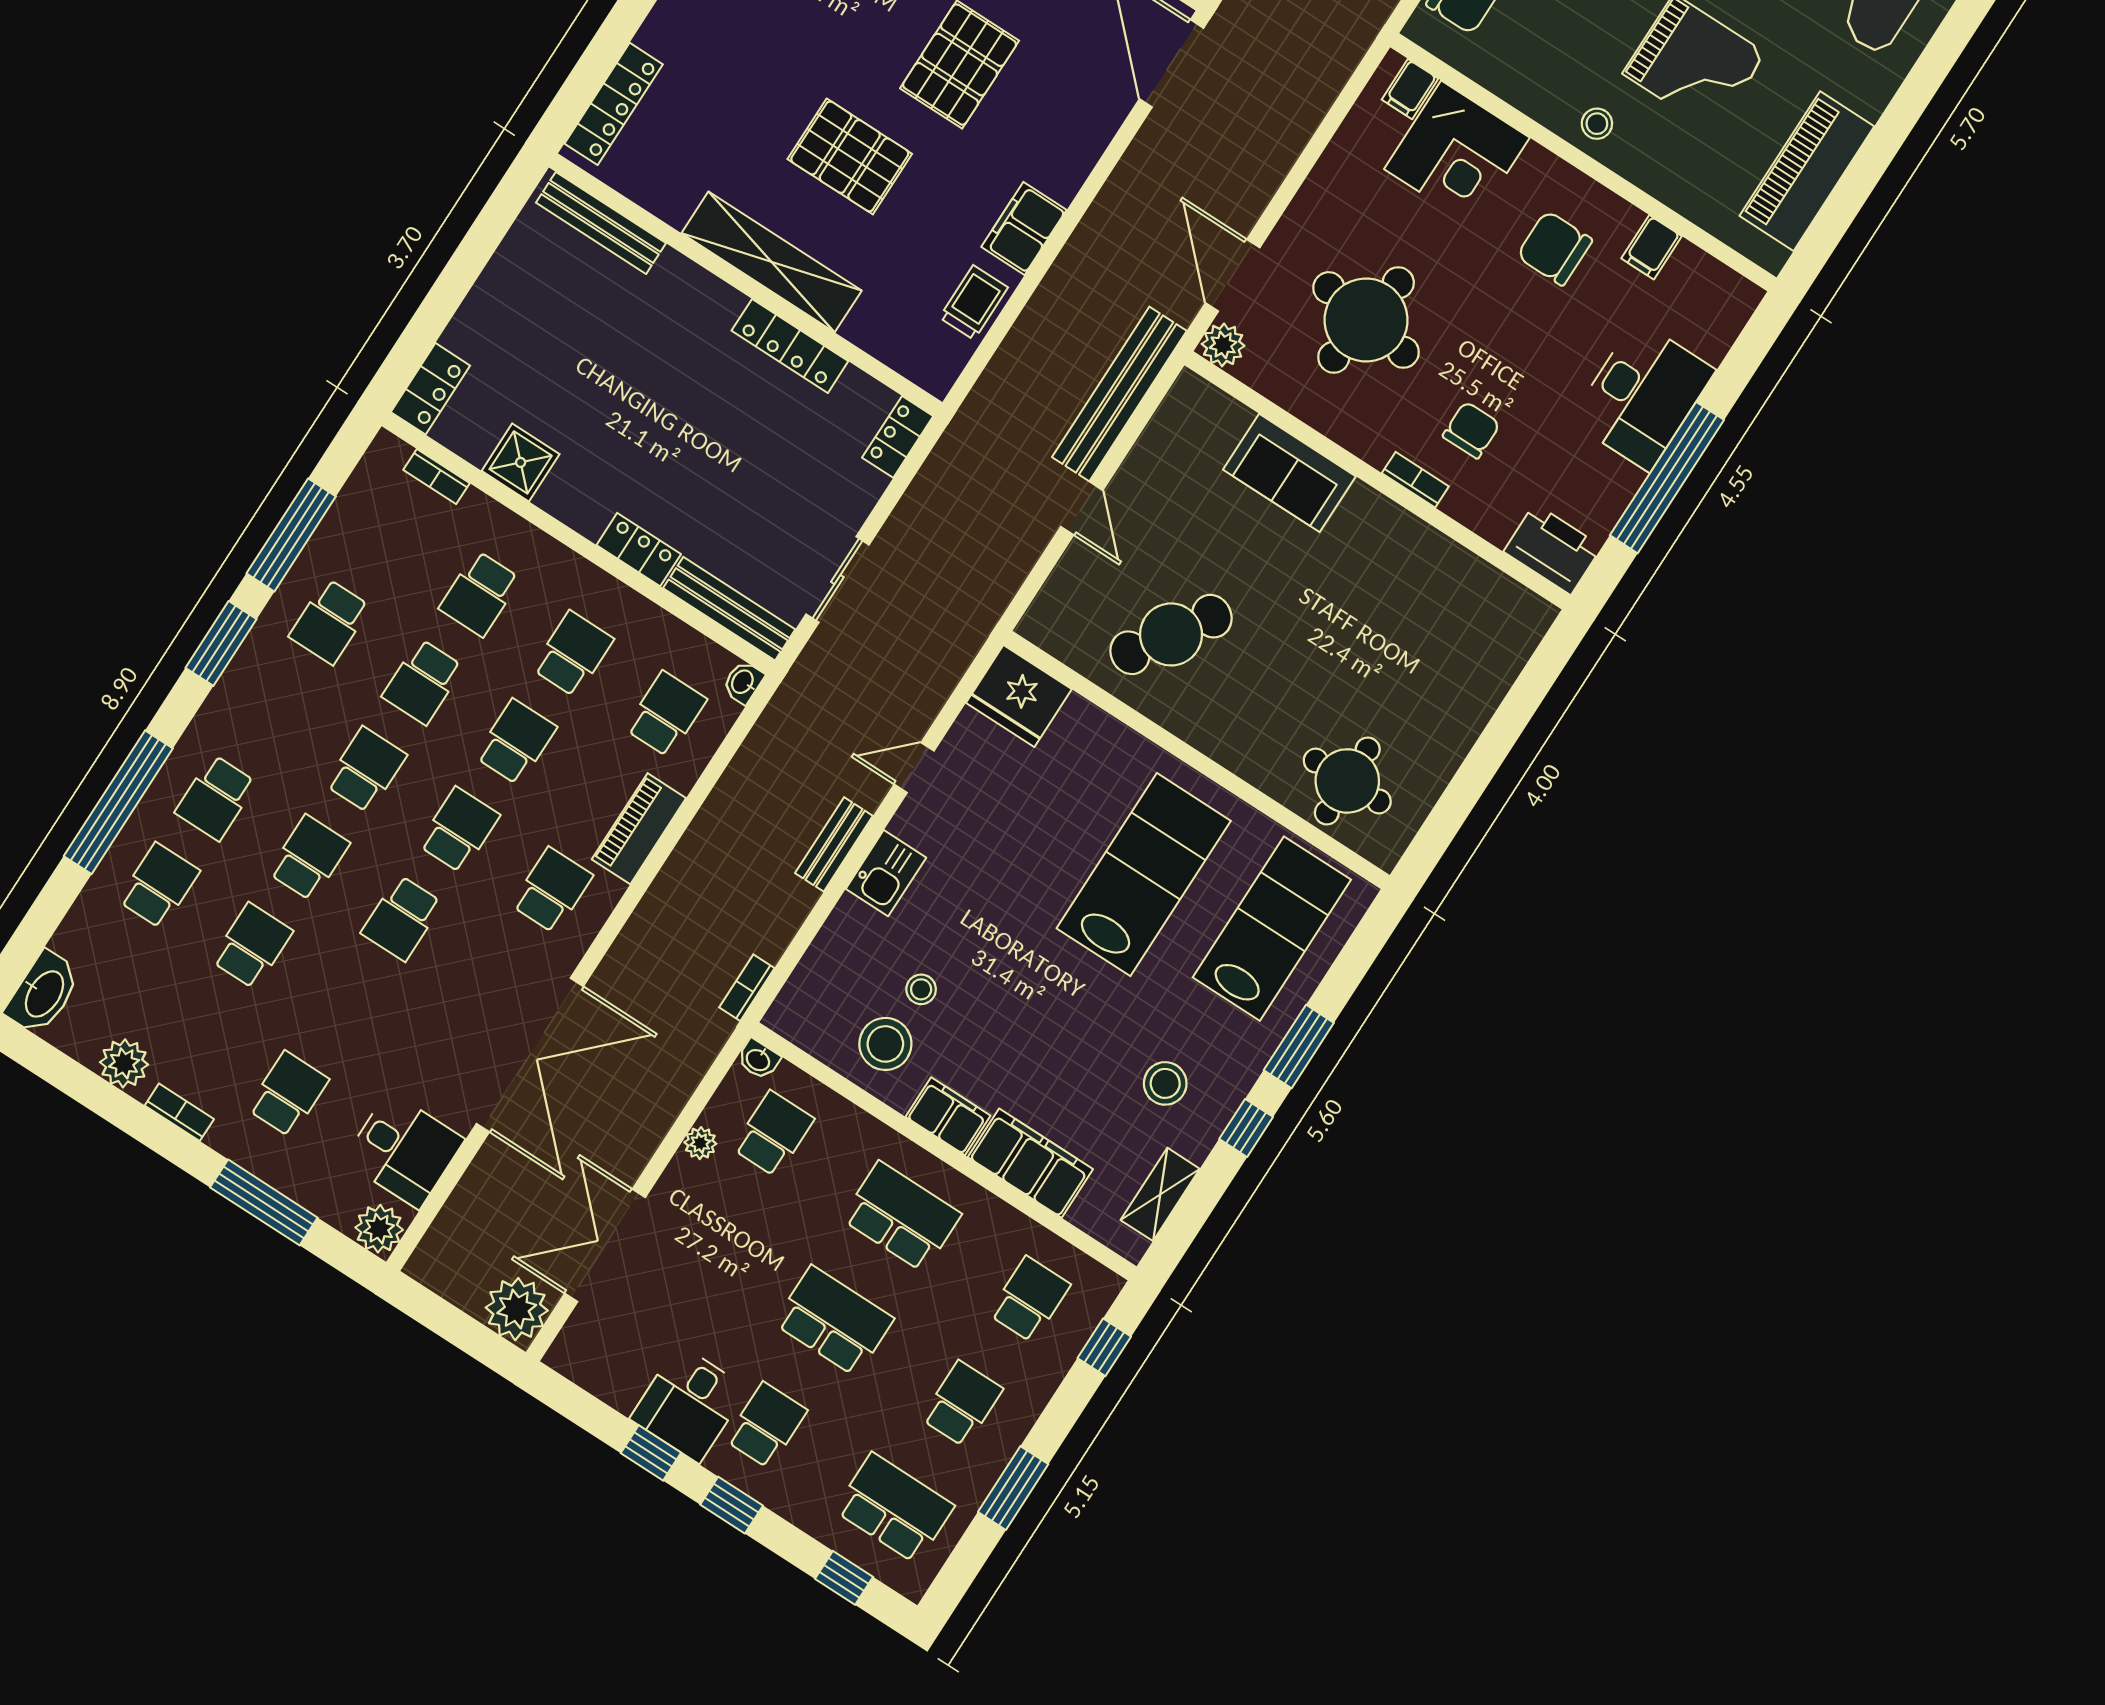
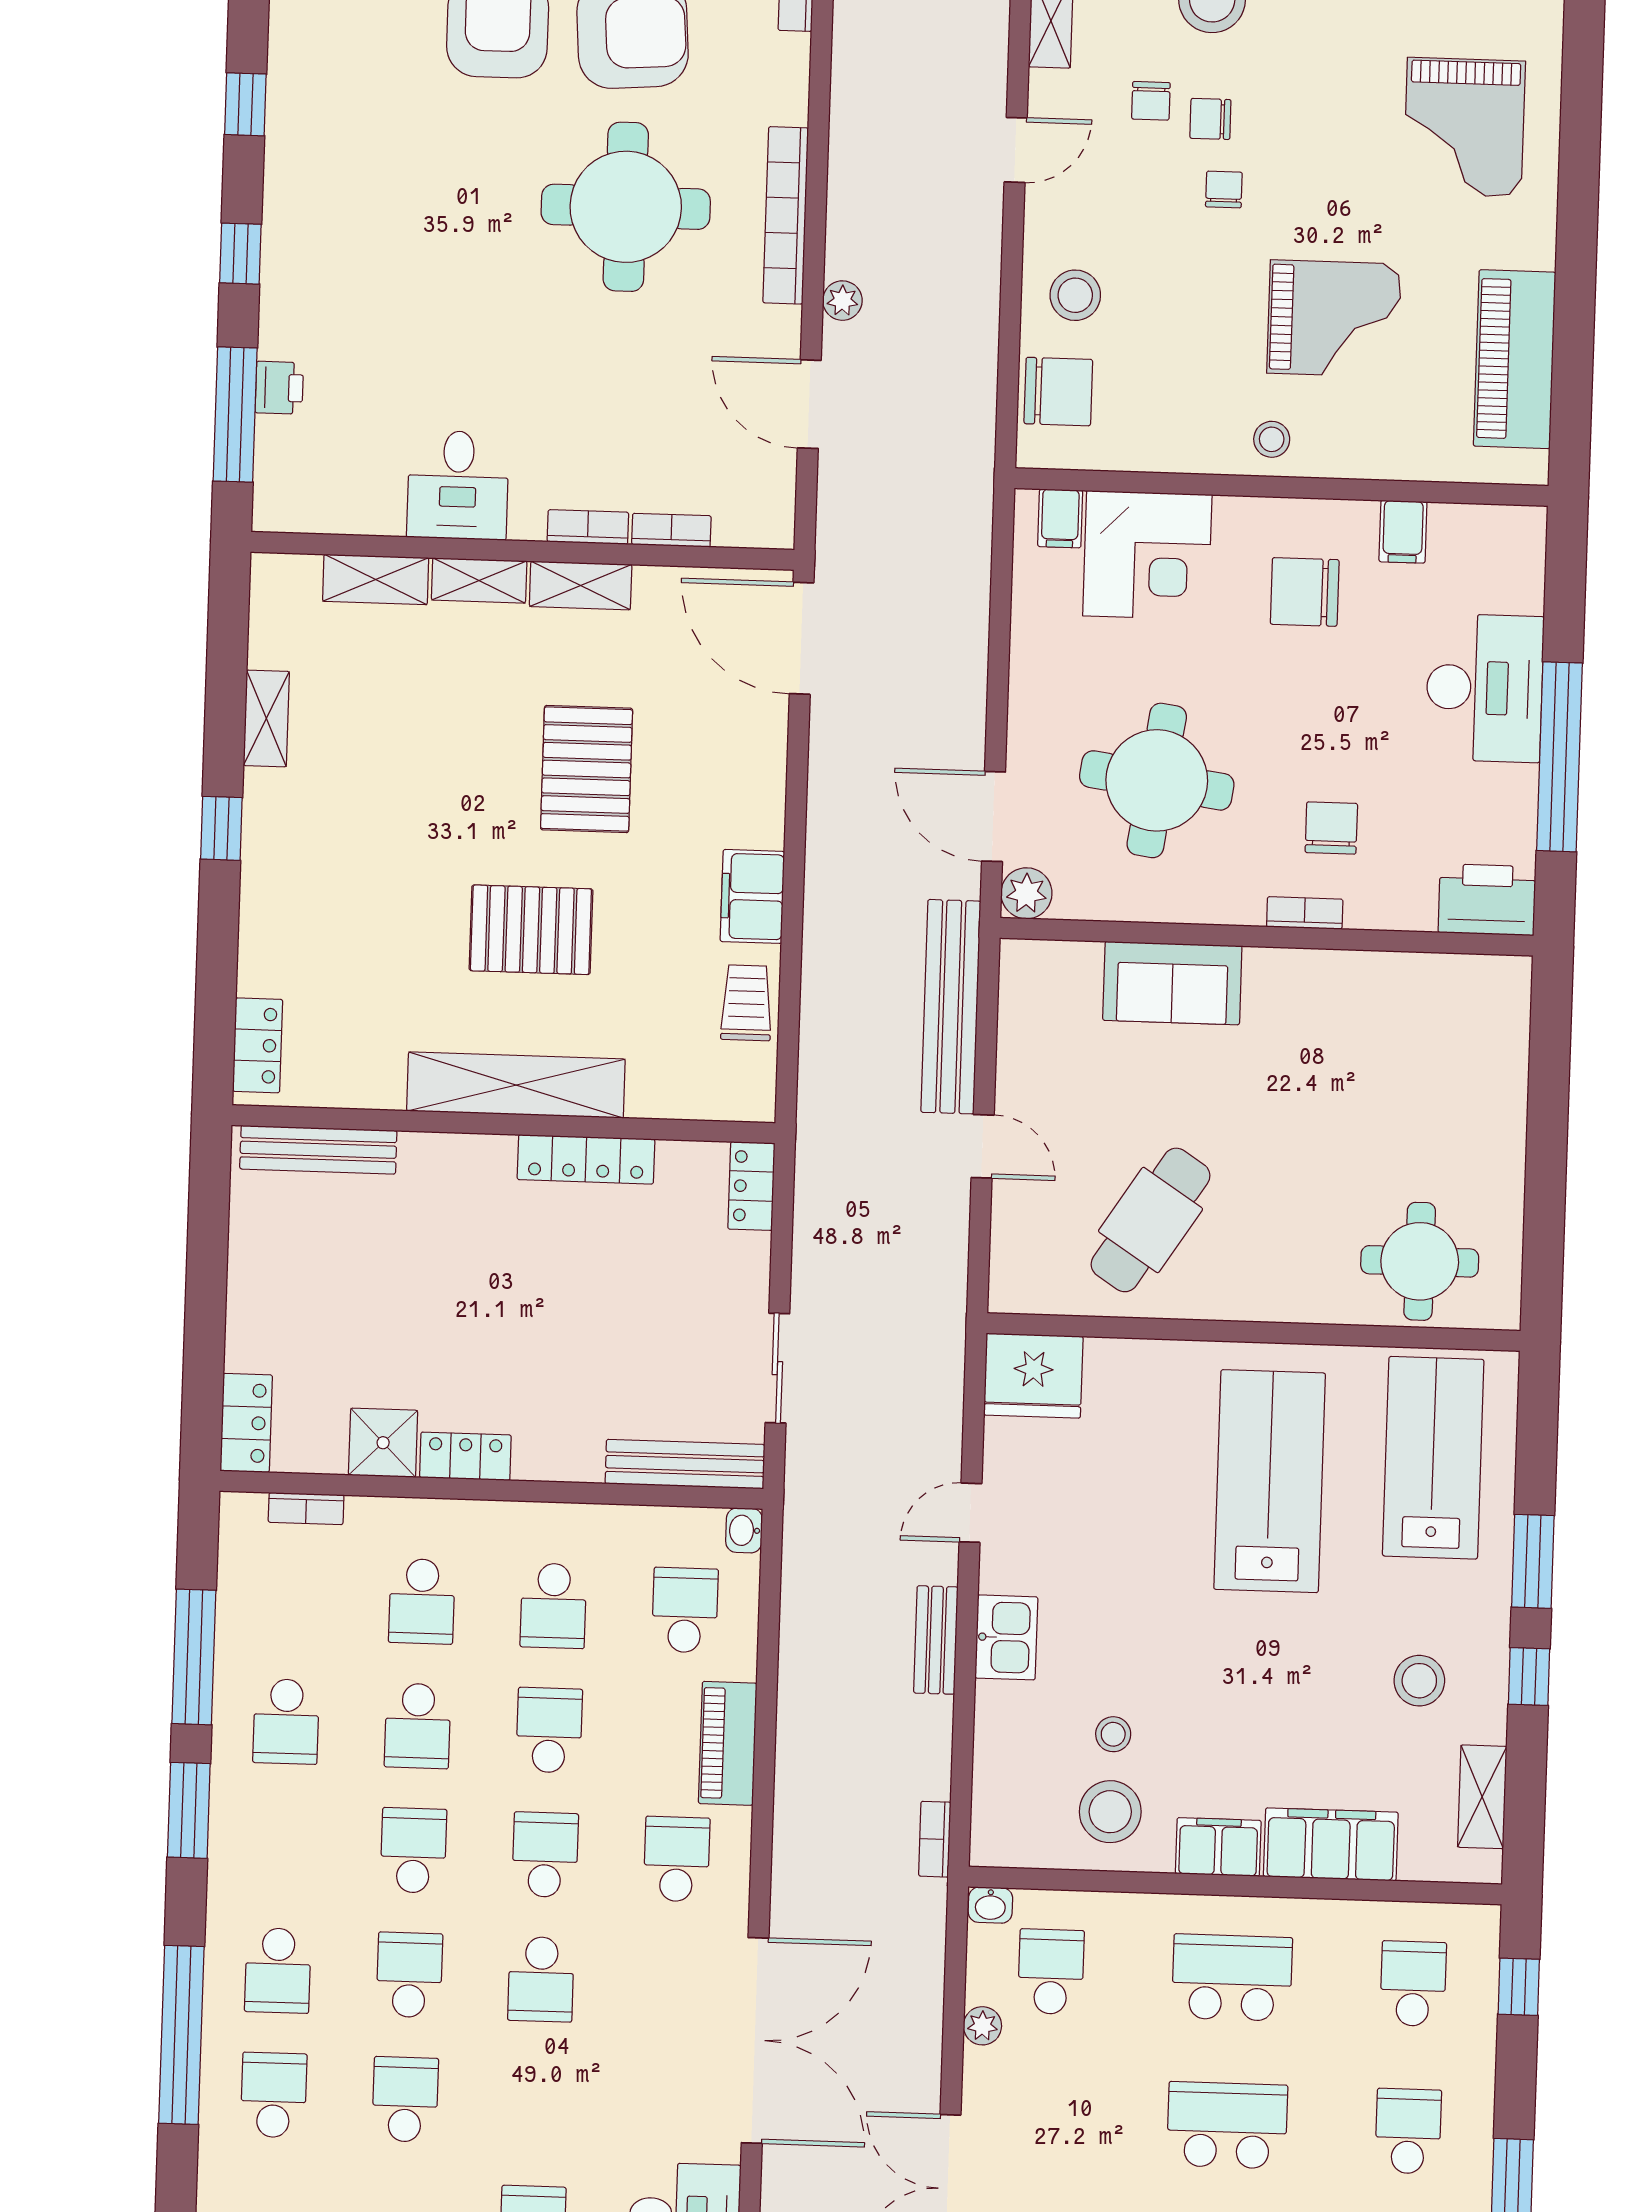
locker: (614, 104) -> (258, 1045), width x0.66
locker: (639, 550) -> (465, 1456), moved
school desk: (573, 654) -> (553, 1606), turned 180

